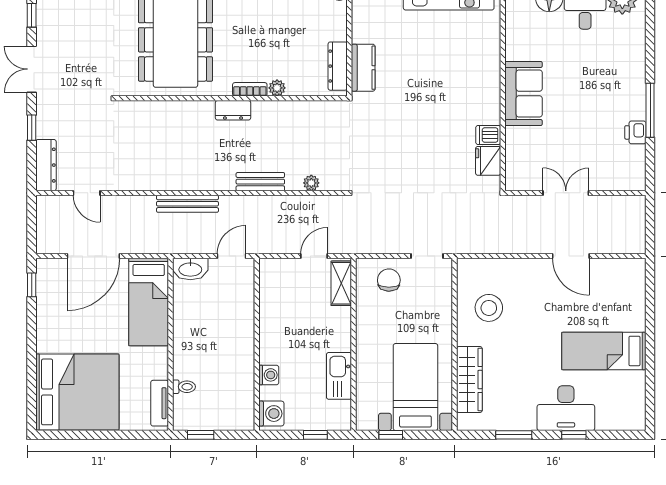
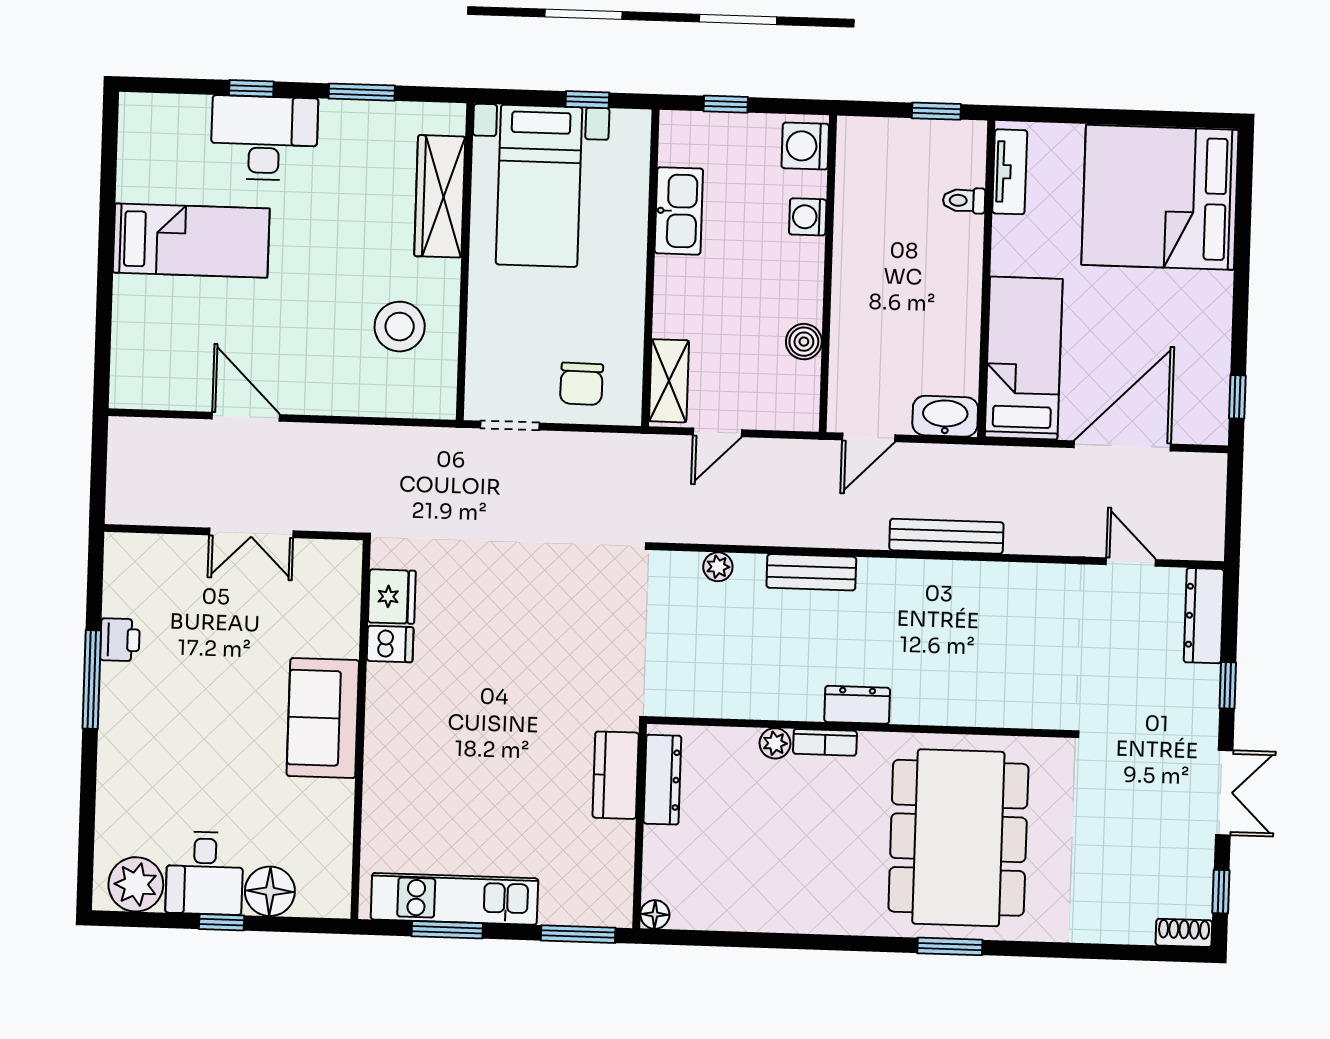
boiler: (269, 307) -> (804, 342), added

